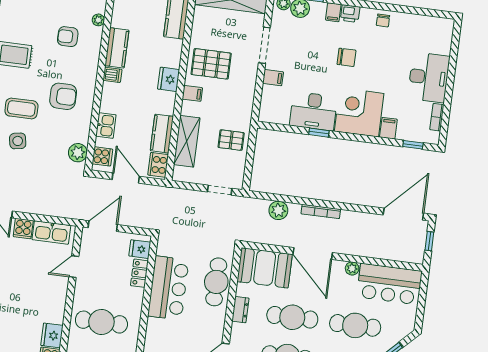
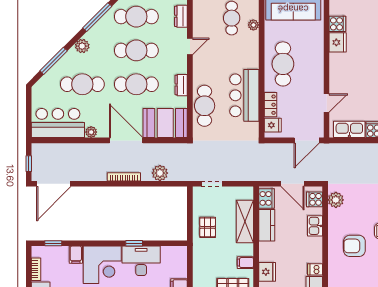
pallet: (231, 140) -> (208, 227), turned 90
cafe table: (101, 322) -> (283, 64), moved, turned 90

